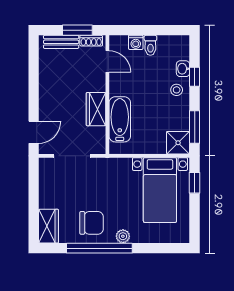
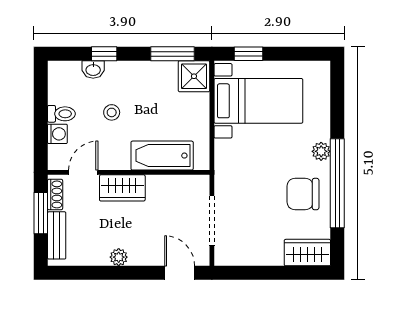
plant: (45, 87) -> (119, 257), added
stool: (177, 90) -> (112, 112), moved
wardrobe: (96, 109) -> (122, 188), moved
chair: (92, 223) -> (303, 194), turned -90

